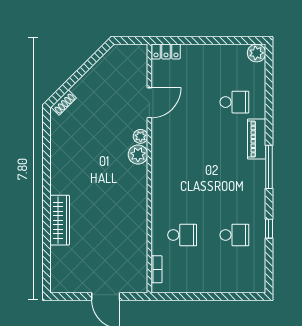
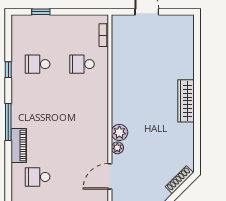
shoe rack: (64, 103) -> (179, 180), width x1.43
wardrobe: (60, 220) -> (186, 101), moved
window: (230, 297) -> (41, 12), added

